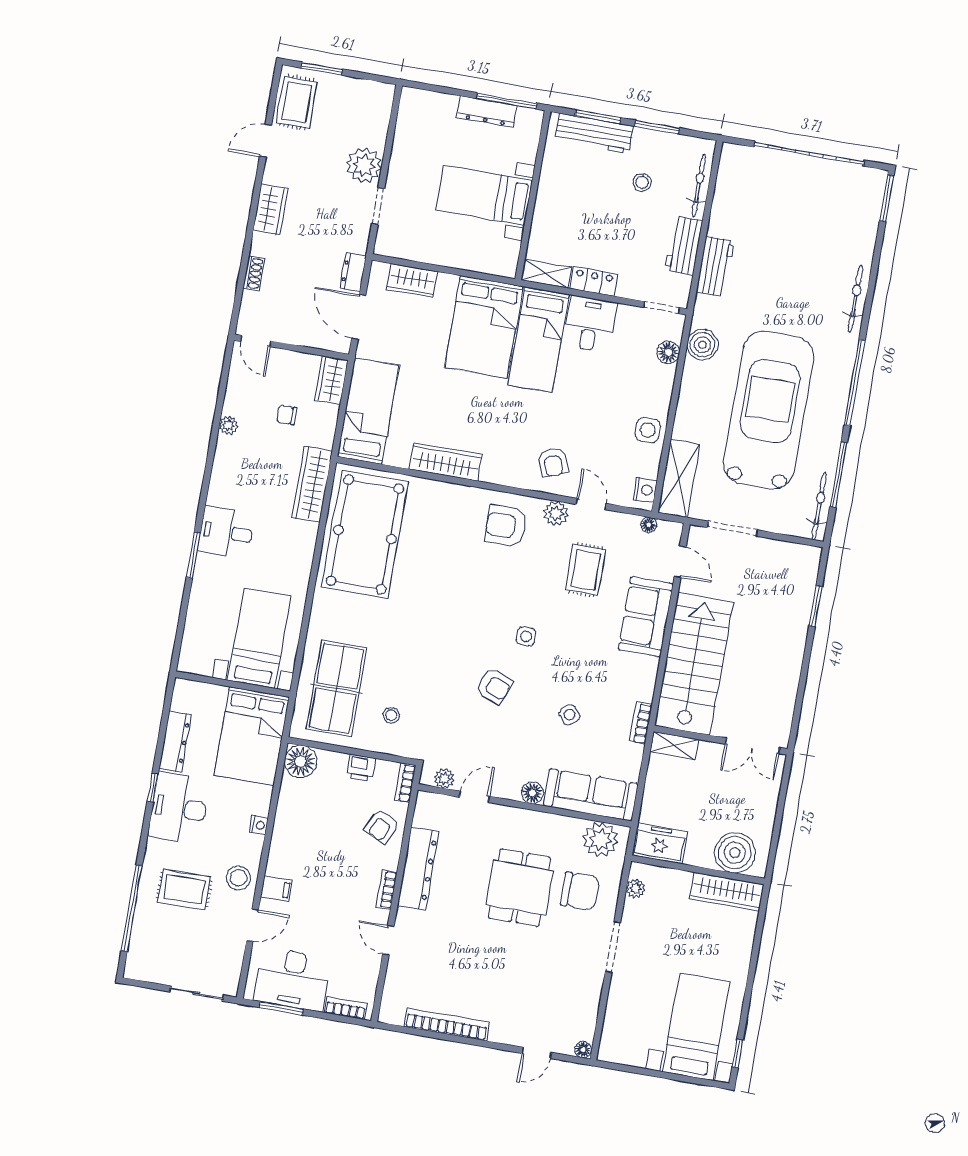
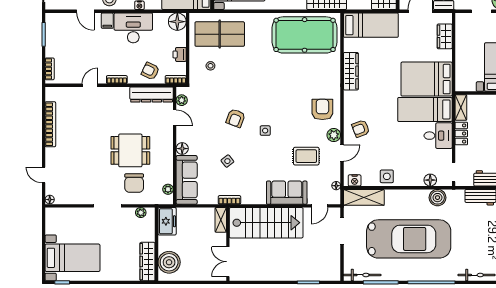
plant: (600, 840) -> (168, 189), width x0.53, depth x0.53
dresser: (418, 868) -> (152, 95), moved
desk: (292, 979) -> (133, 28), moved, turned 90

